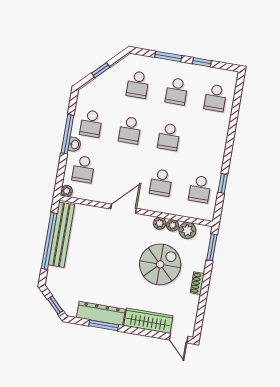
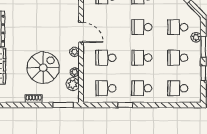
plant: (155, 64) -> (196, 37), added
school desk: (208, 144) -> (142, 88), added
window: (223, 183) -> (125, 105), moved
plant: (160, 223) -> (75, 52), moved
spiral stairs: (160, 264) -> (43, 68), turned -90

